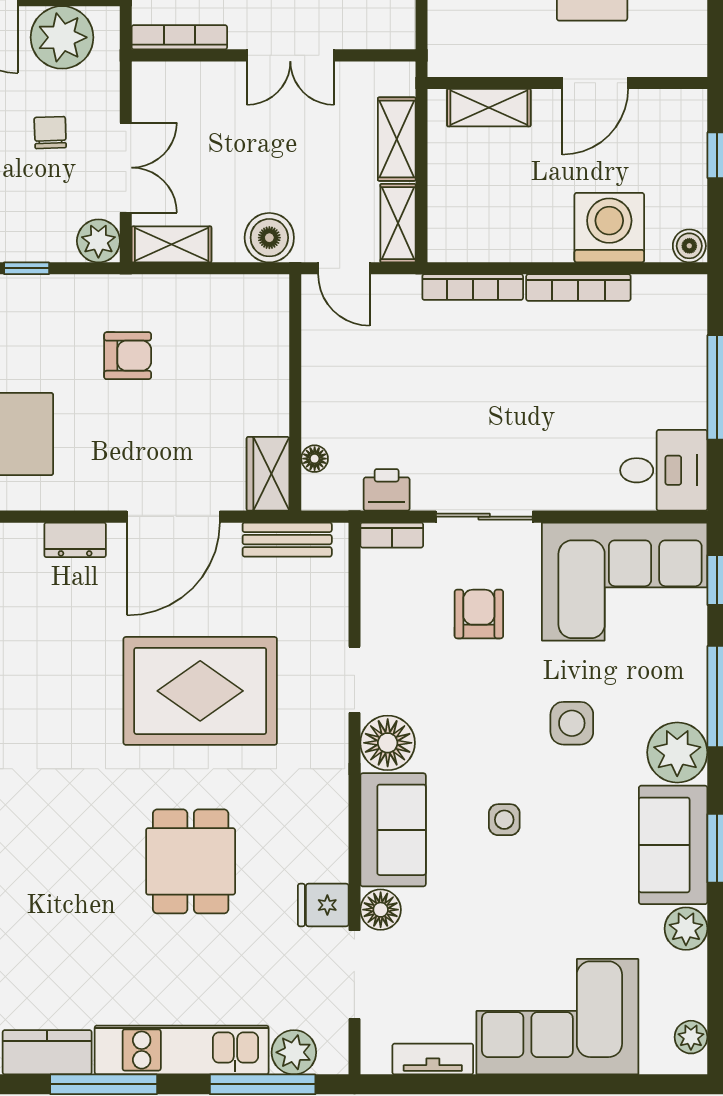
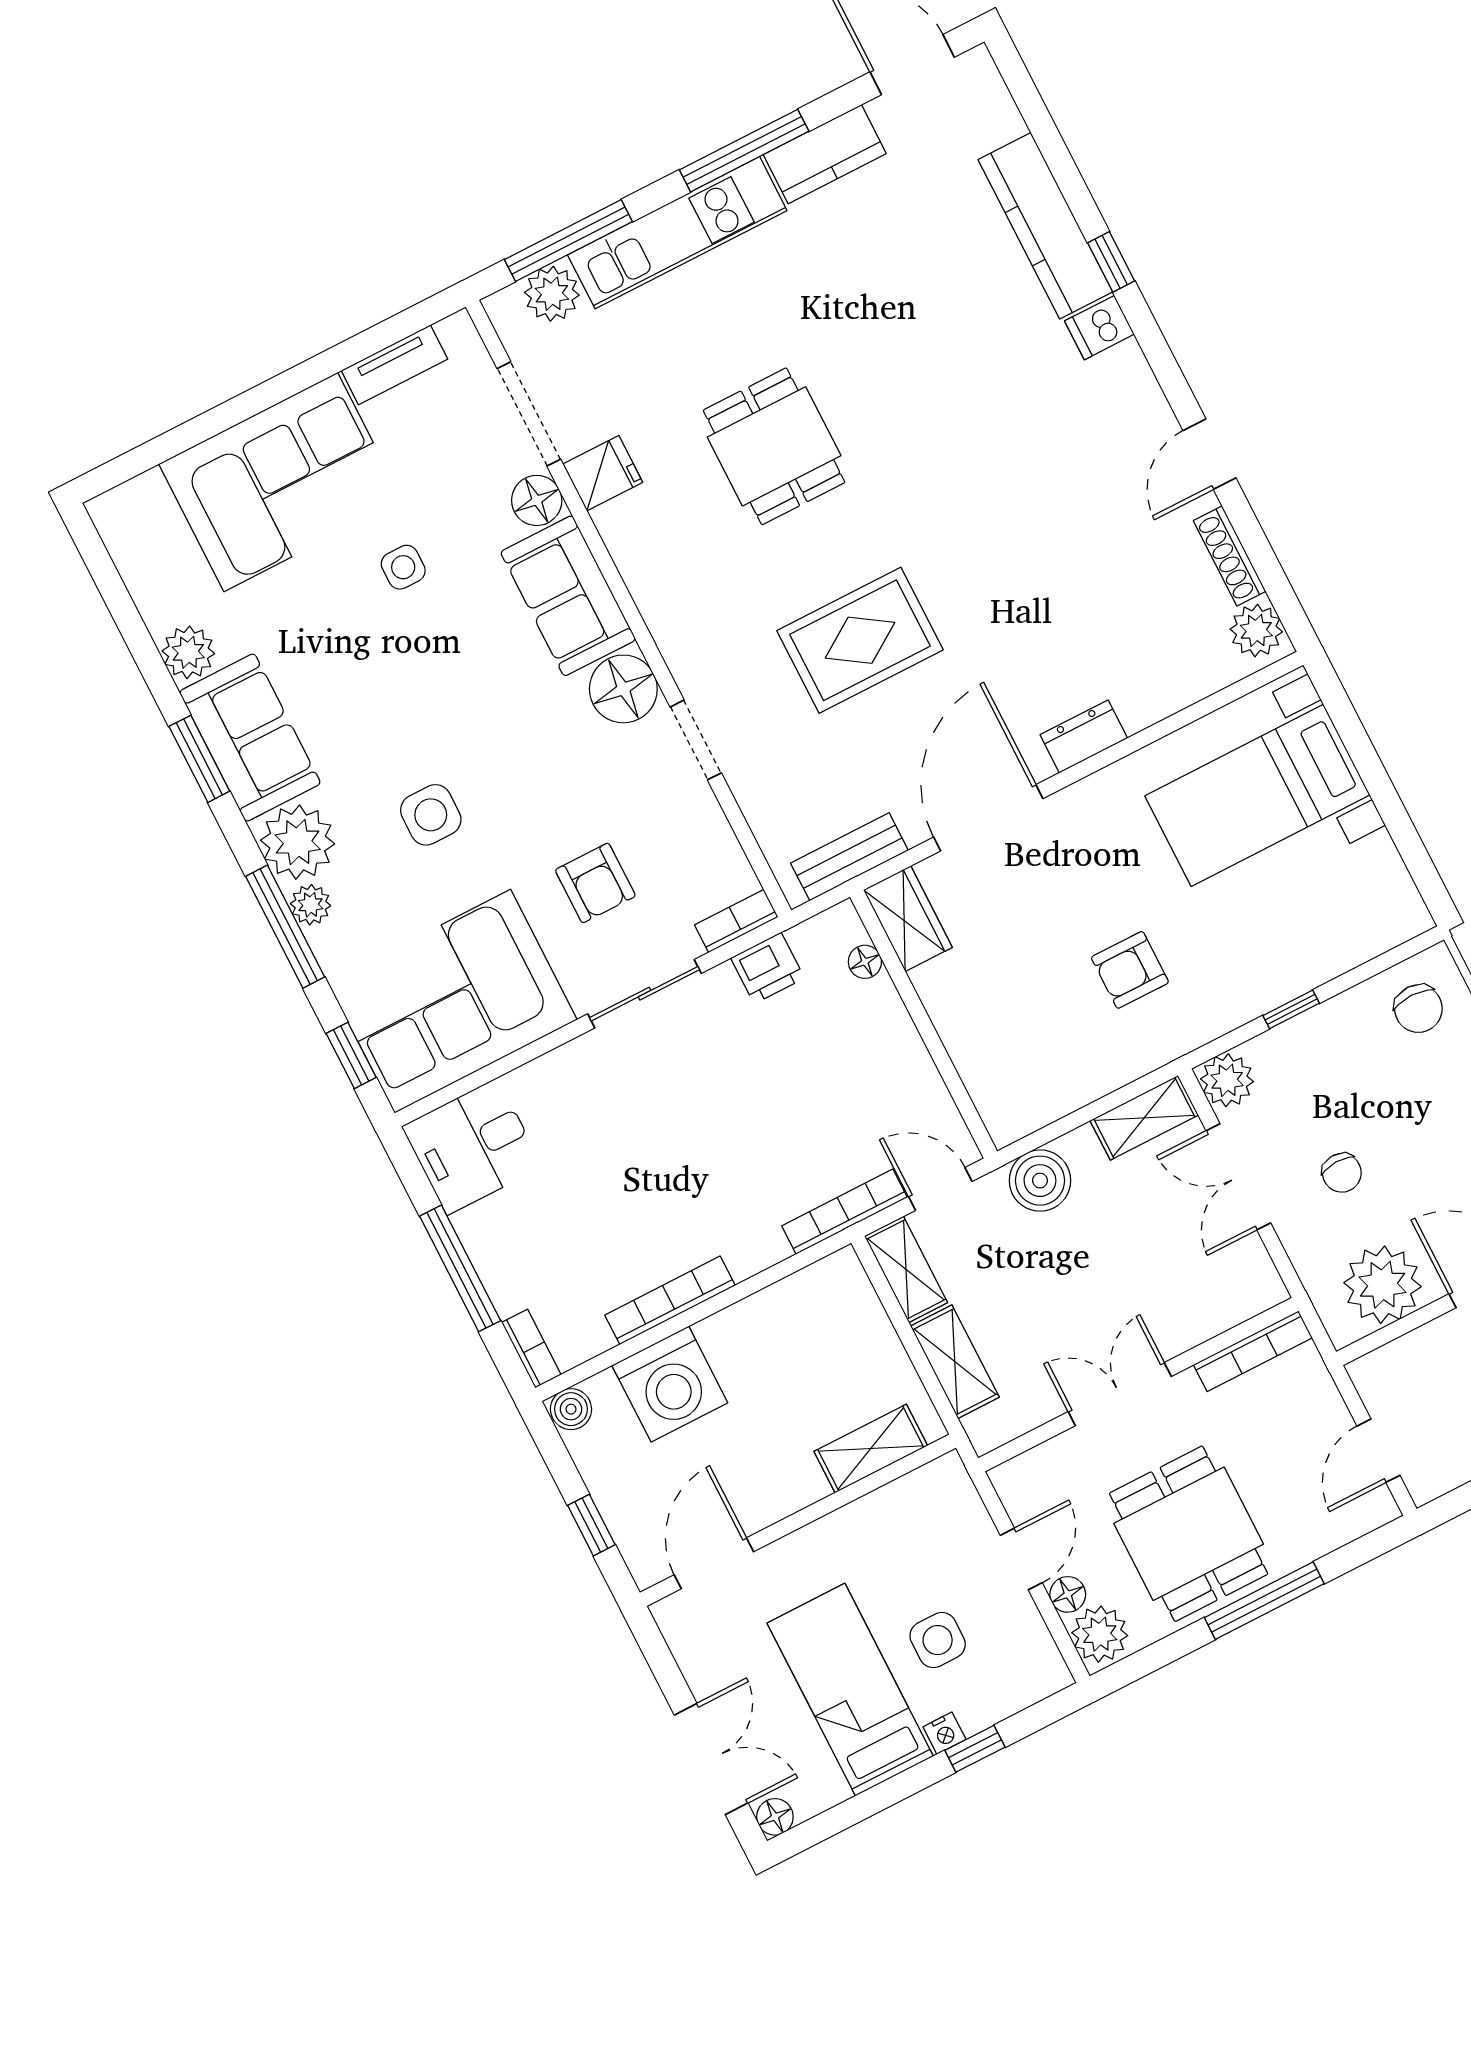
door: (595, 83) -> (714, 1563), moved
bookcase: (473, 287) -> (844, 1212), moved
bookcase: (695, 304) -> (531, 1349), added
rug: (200, 691) -> (860, 640), width x0.73, depth x0.69
side table: (504, 820) -> (403, 567), moved
plant: (691, 1037) -> (311, 905), moved

